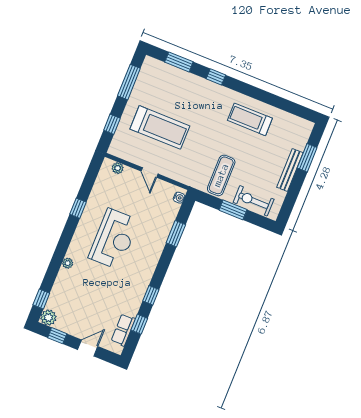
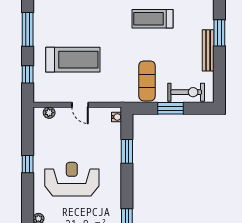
exercise bike: (254, 201) -> (186, 92), turned 180
reception desk: (114, 239) -> (72, 179), turned -90

